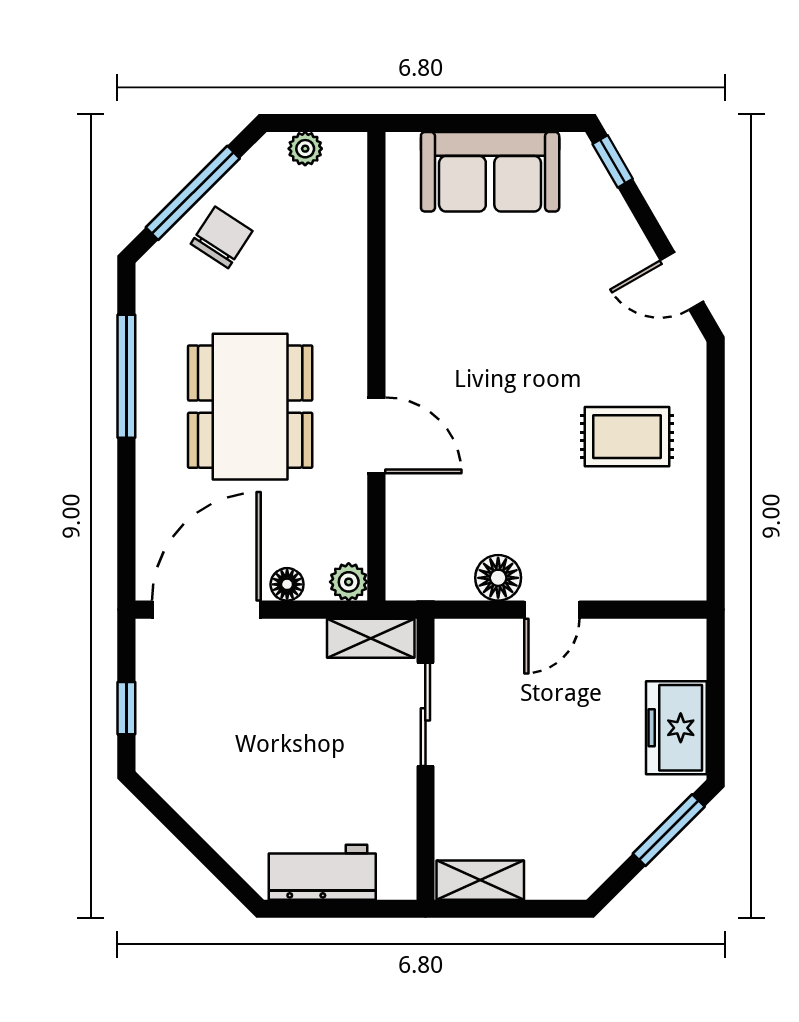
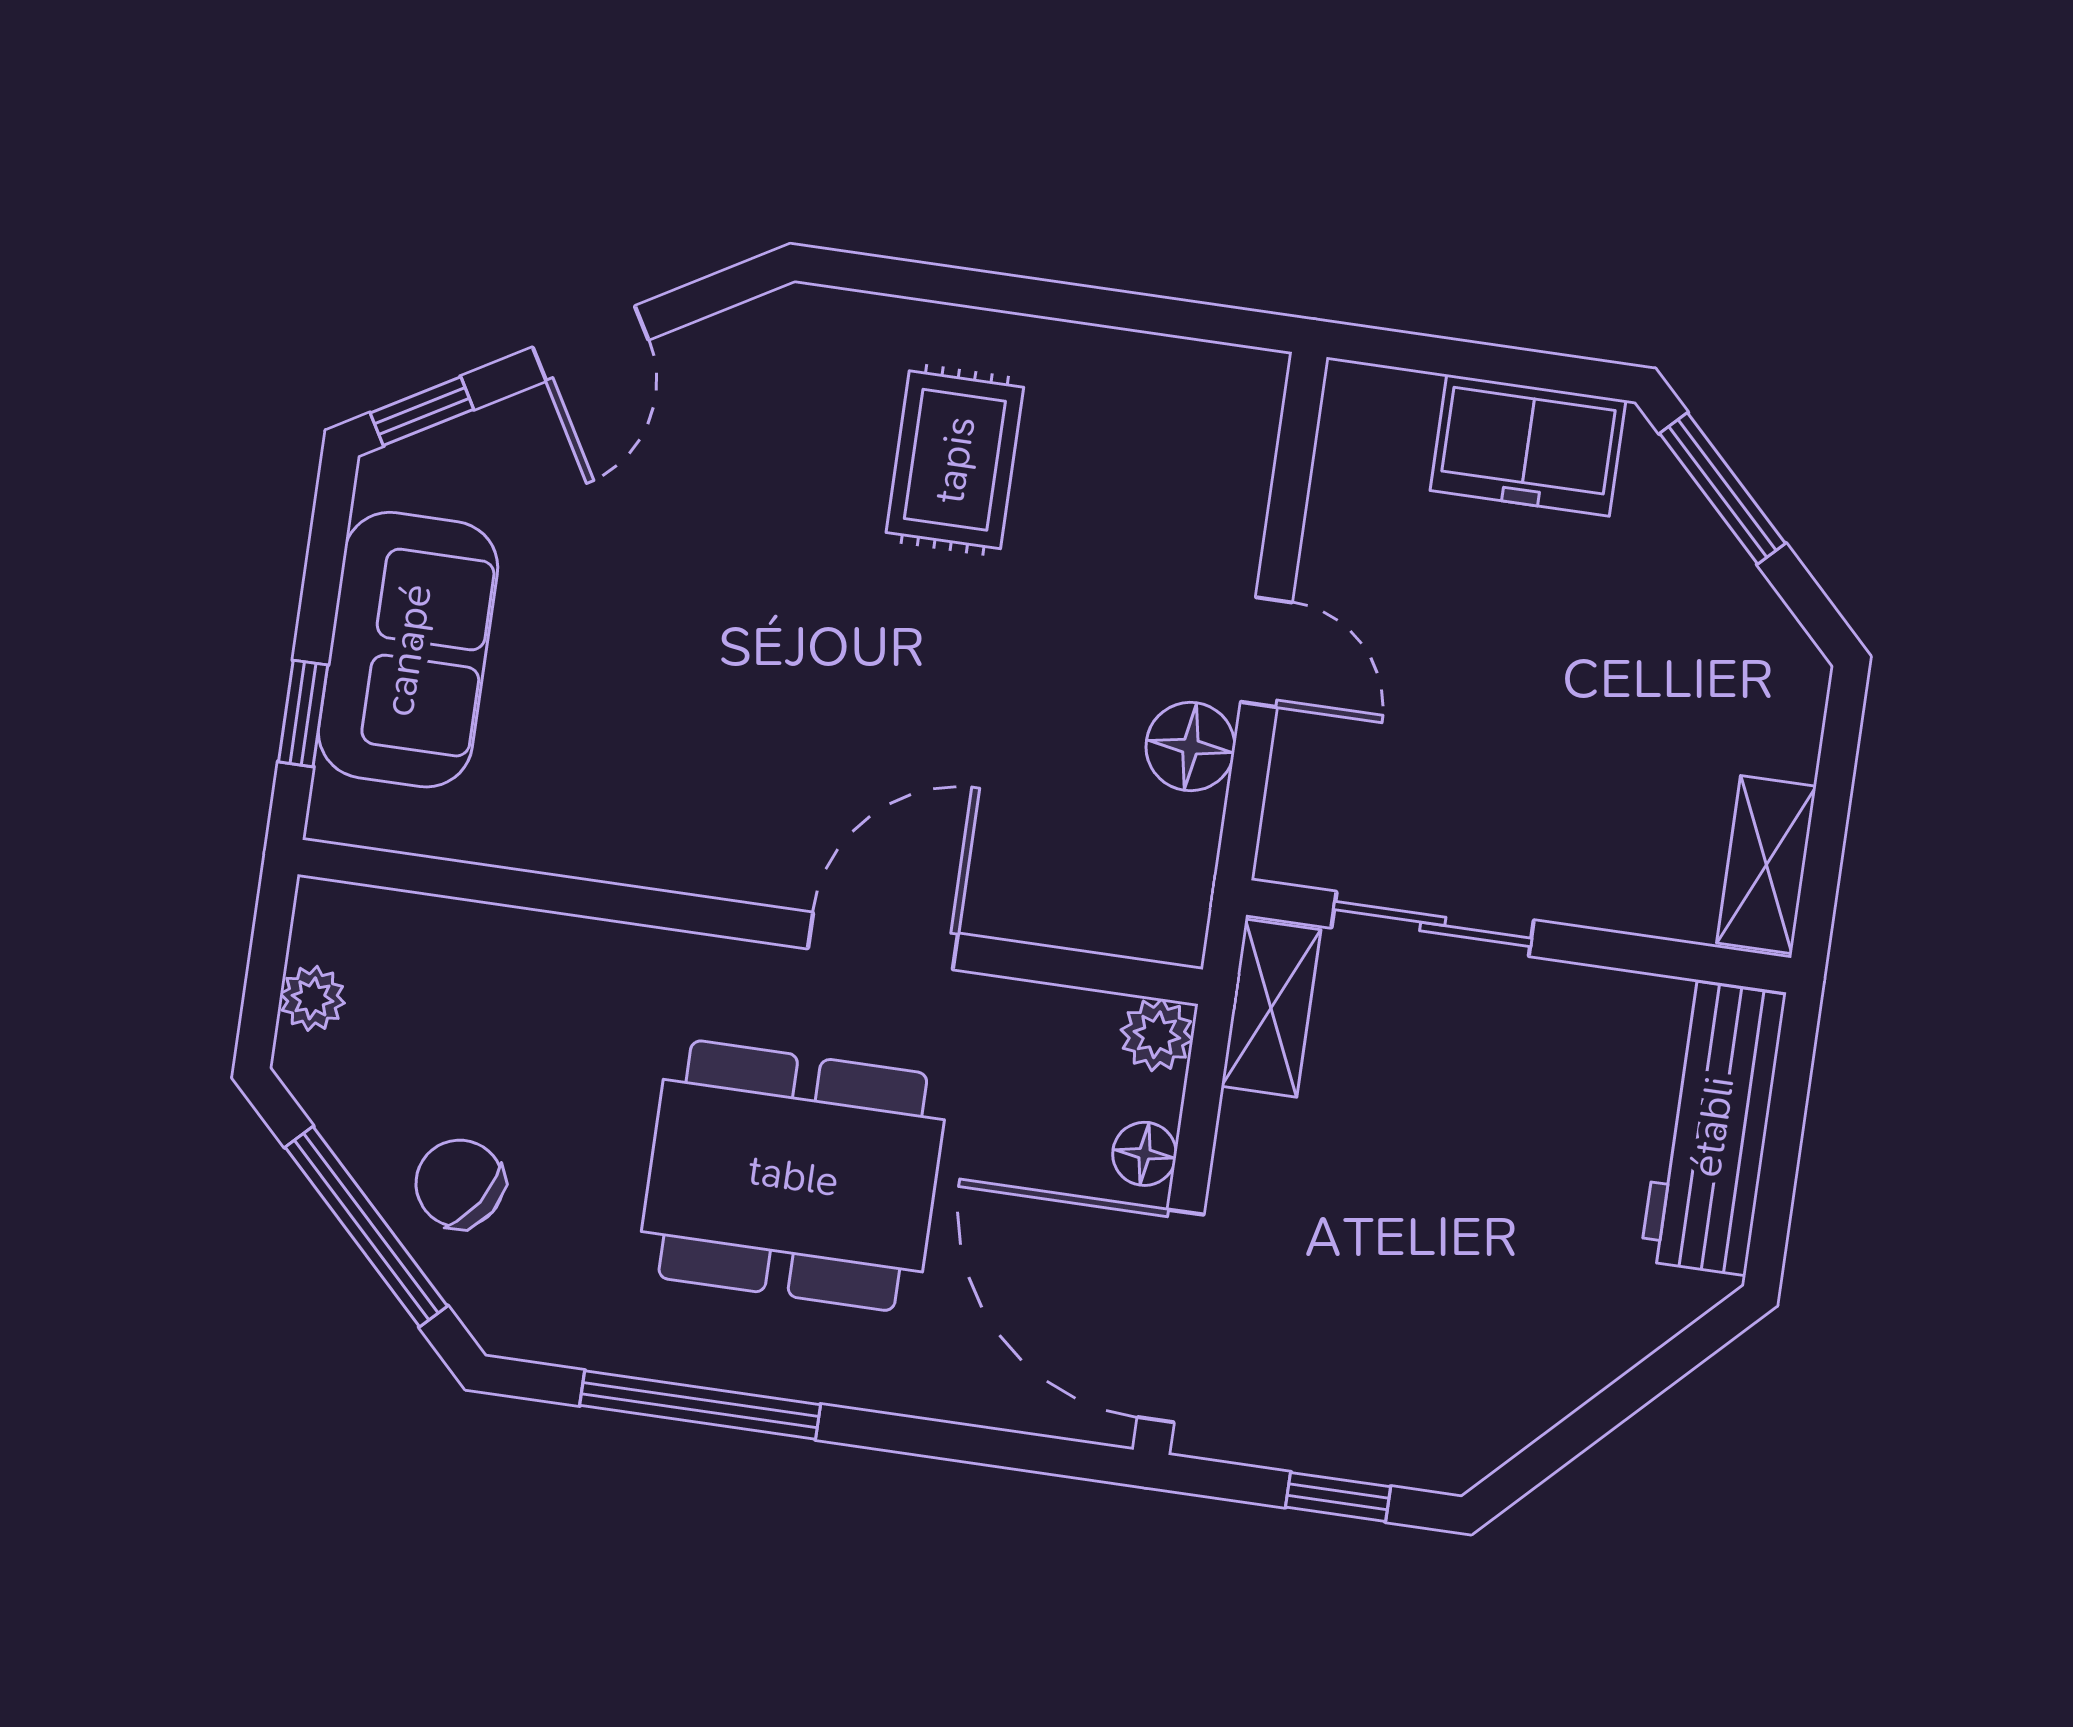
window: (450, 123) -> (303, 713), added
door: (682, 281) -> (590, 344), moved
workbench: (322, 872) -> (1713, 1127), width x1.38

